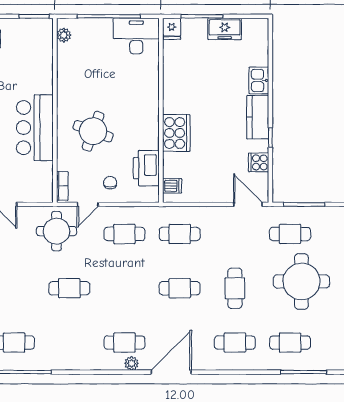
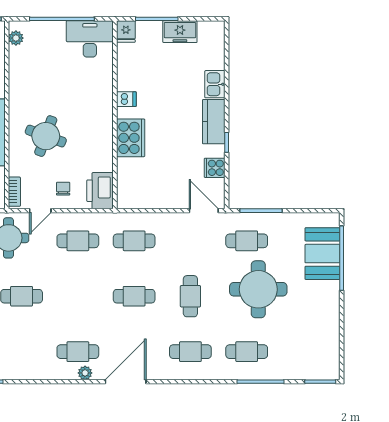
printer: (146, 168) -> (100, 191), moved
dishwasher: (172, 186) -> (126, 99), moved

